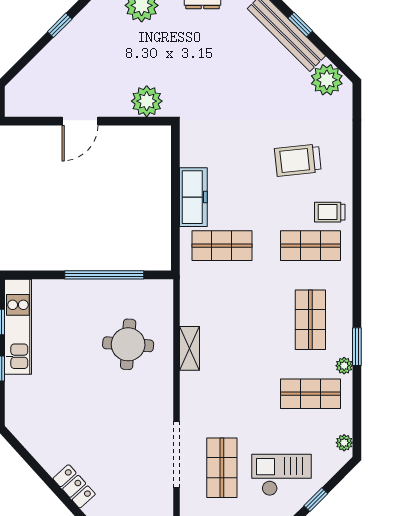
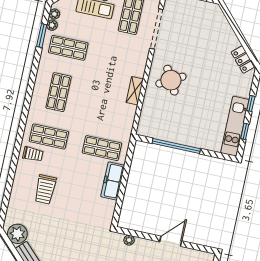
plant: (147, 101) -> (129, 240), width x0.53, depth x0.53
trolley: (298, 160) -> (45, 189), turned 96
round table: (128, 344) -> (171, 80), moved, turned -33
window: (357, 347) -> (42, 36), moved
plant: (344, 366) -> (52, 25), moved
locker: (74, 486) -> (243, 60), moved

